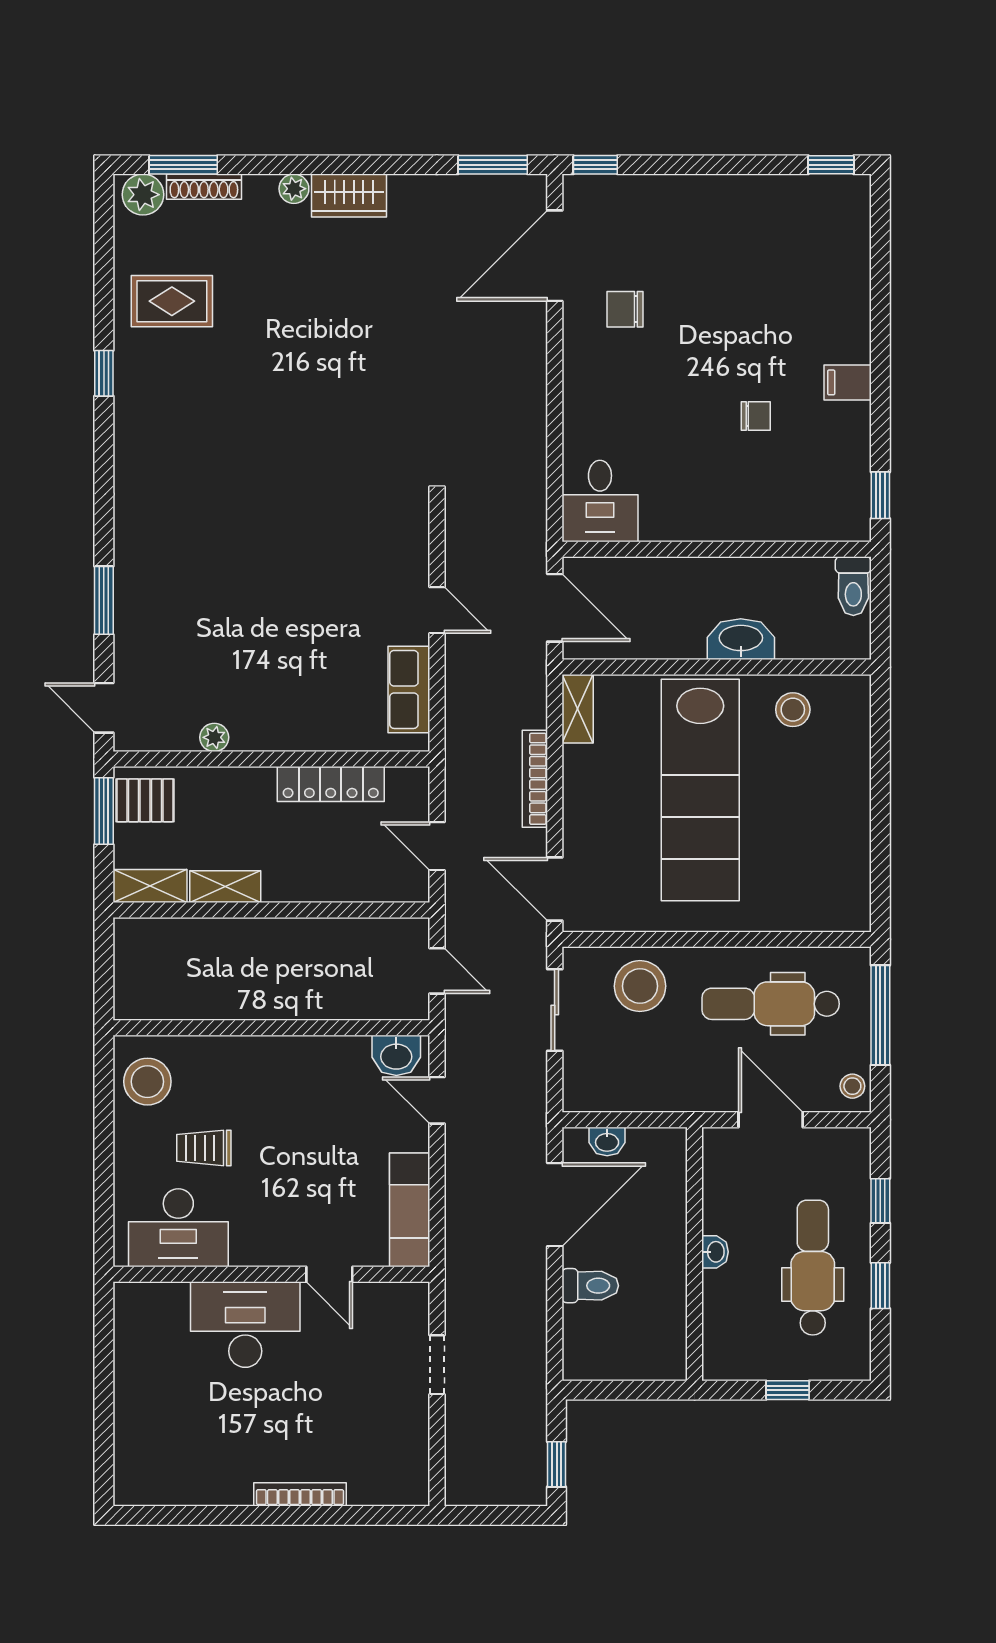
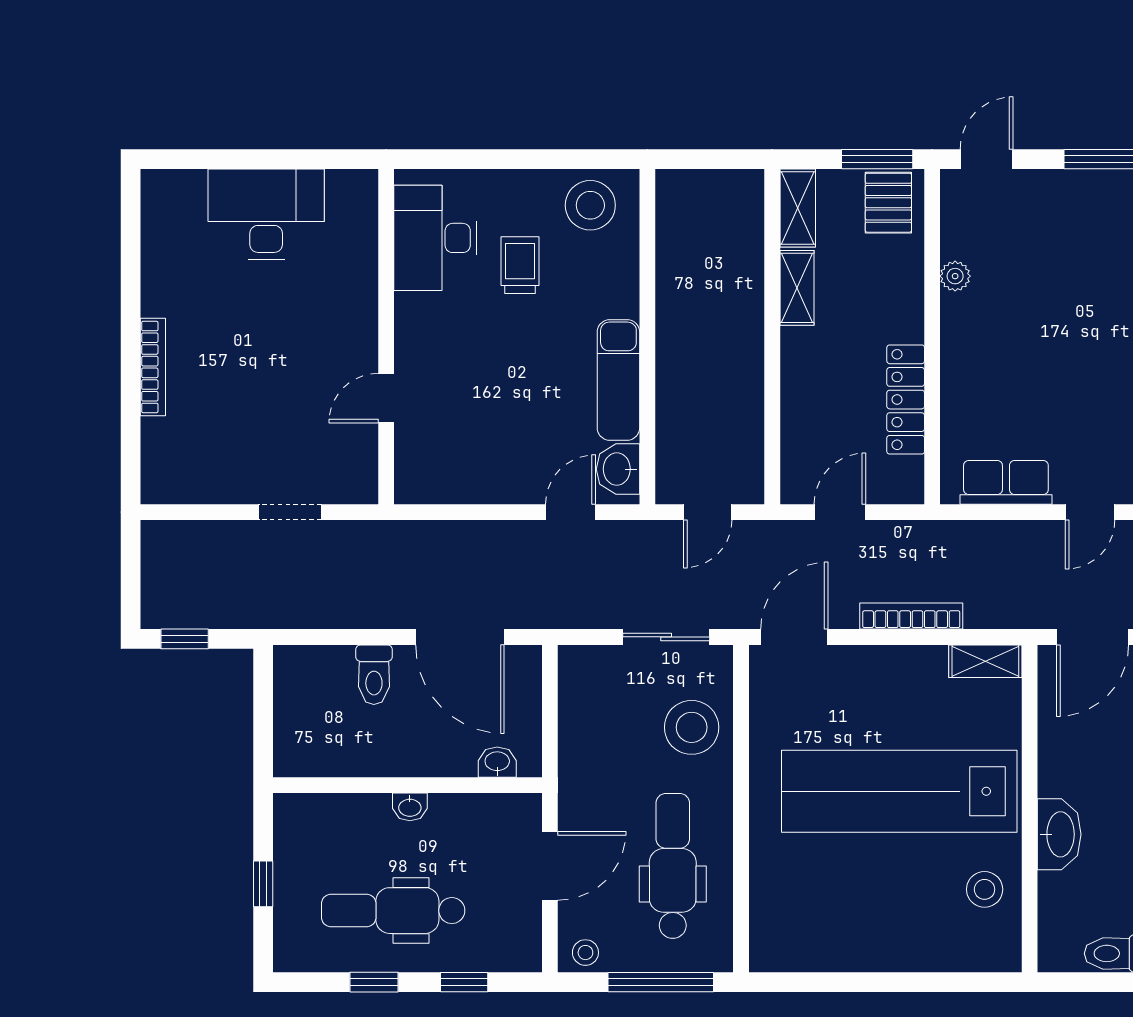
washbasin: (607, 1141) -> (497, 762), moved, turned 90
exam couch: (410, 1210) -> (618, 380), moved, turned -90
dental chair: (813, 1268) -> (393, 911), turned 180
desk: (245, 1325) -> (266, 214), moved, turned -90

